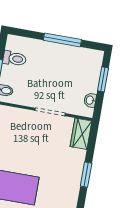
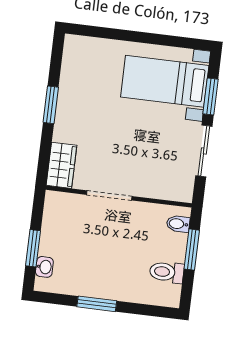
window: (62, 40) -> (97, 304), width x0.69
washbasin: (90, 100) -> (44, 267), moved

